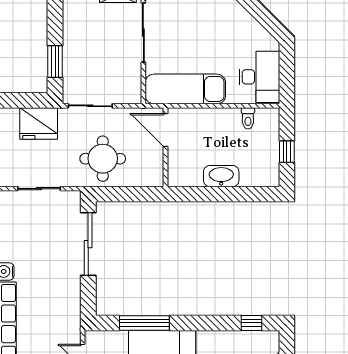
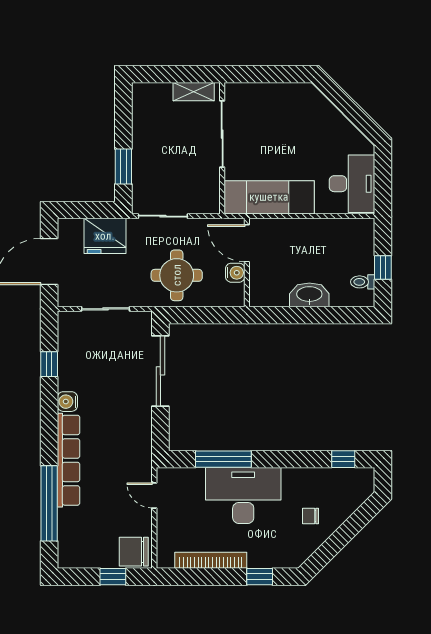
toilet: (248, 118) -> (363, 282), moved, turned 90
water cooler: (155, 156) -> (235, 273), added

